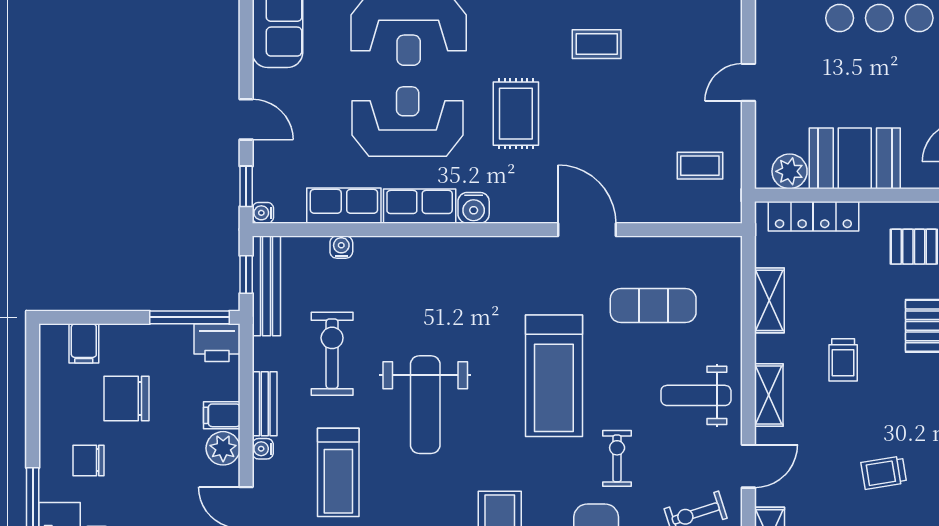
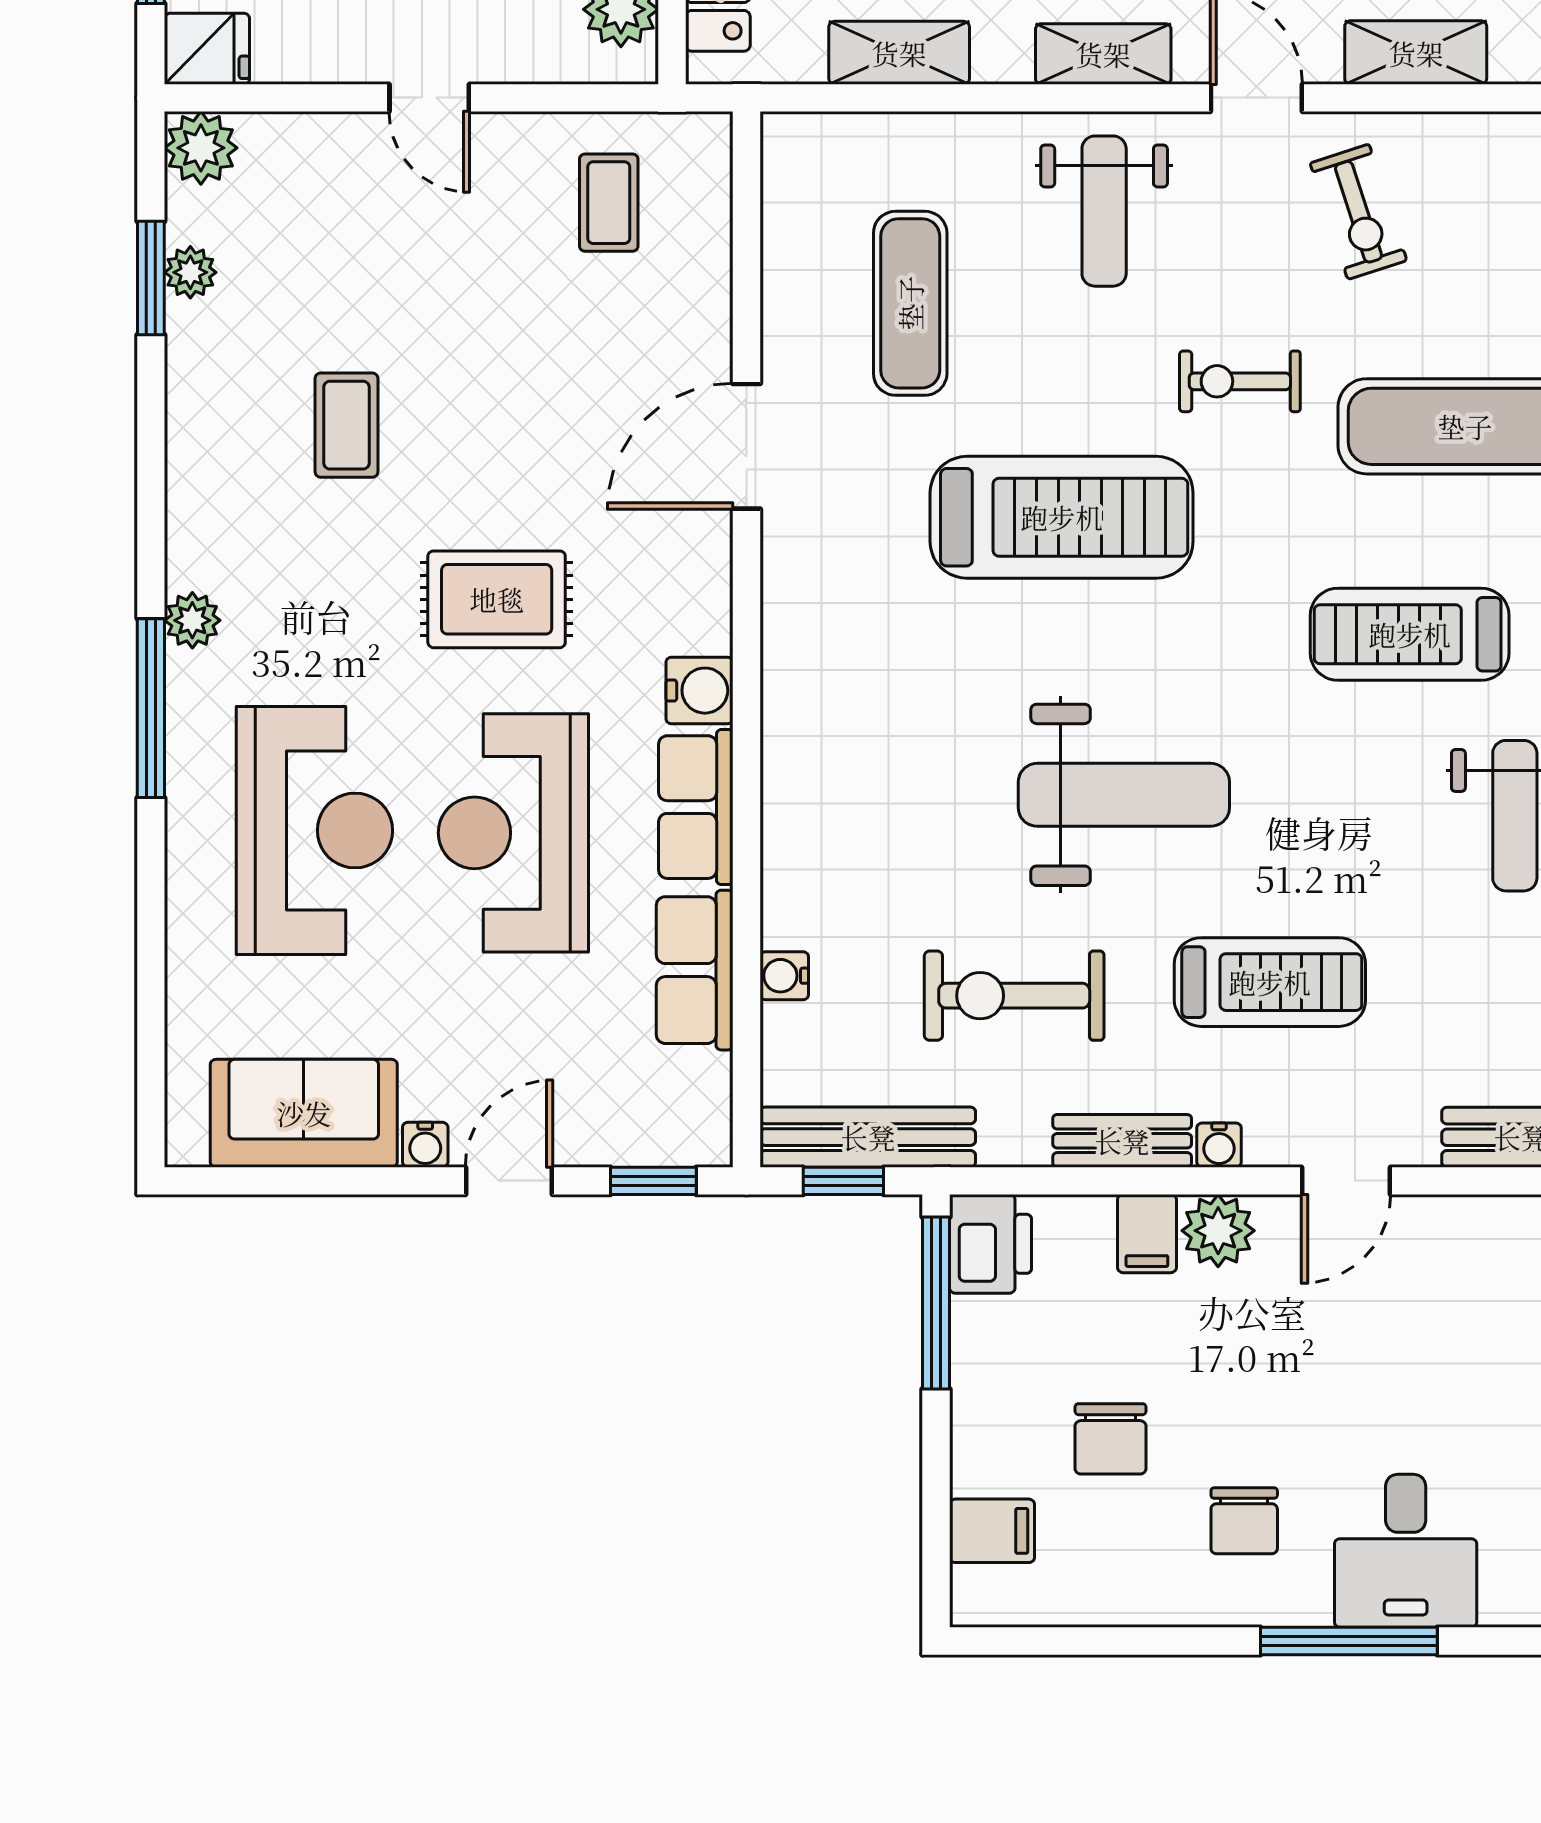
water cooler: (263, 213) -> (425, 1145), moved
chair: (126, 398) -> (1110, 1439), width x0.73, depth x0.73

